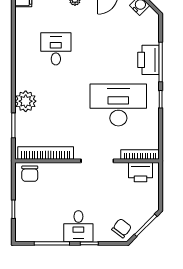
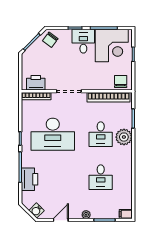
printer: (149, 60) -> (30, 179), moved
desk: (56, 105) -> (101, 134), added
corner desk: (41, 220) -> (112, 46), added

